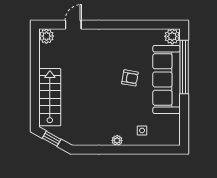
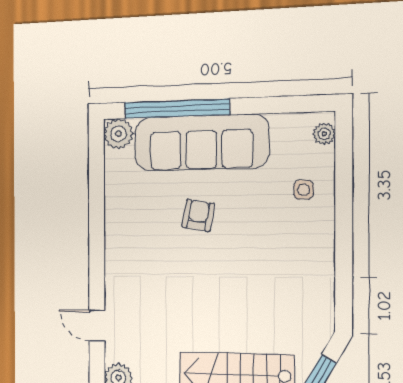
plant: (117, 140) -> (324, 134), moved

